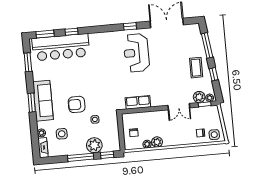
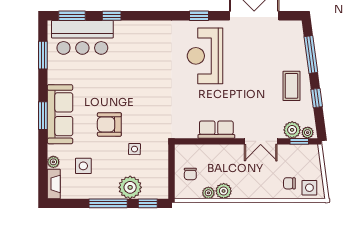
bar counter: (61, 47) -> (82, 37), width x0.73
row of seats: (138, 102) -> (216, 130), moved

